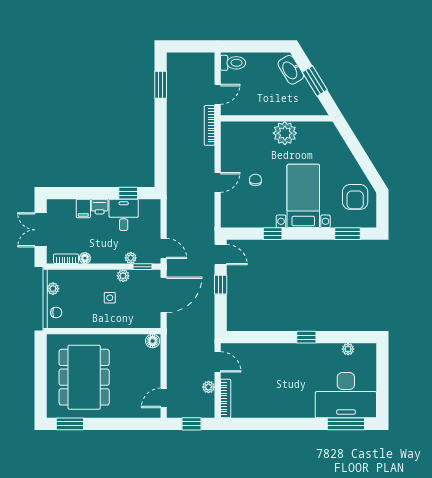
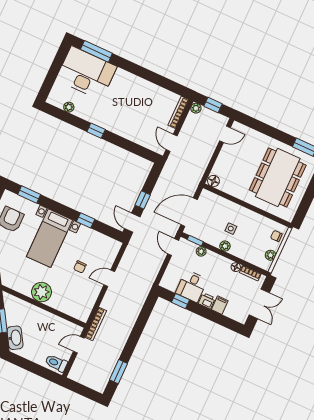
plant: (123, 276) -> (225, 246), moved
plant: (208, 387) -> (196, 108), moved

